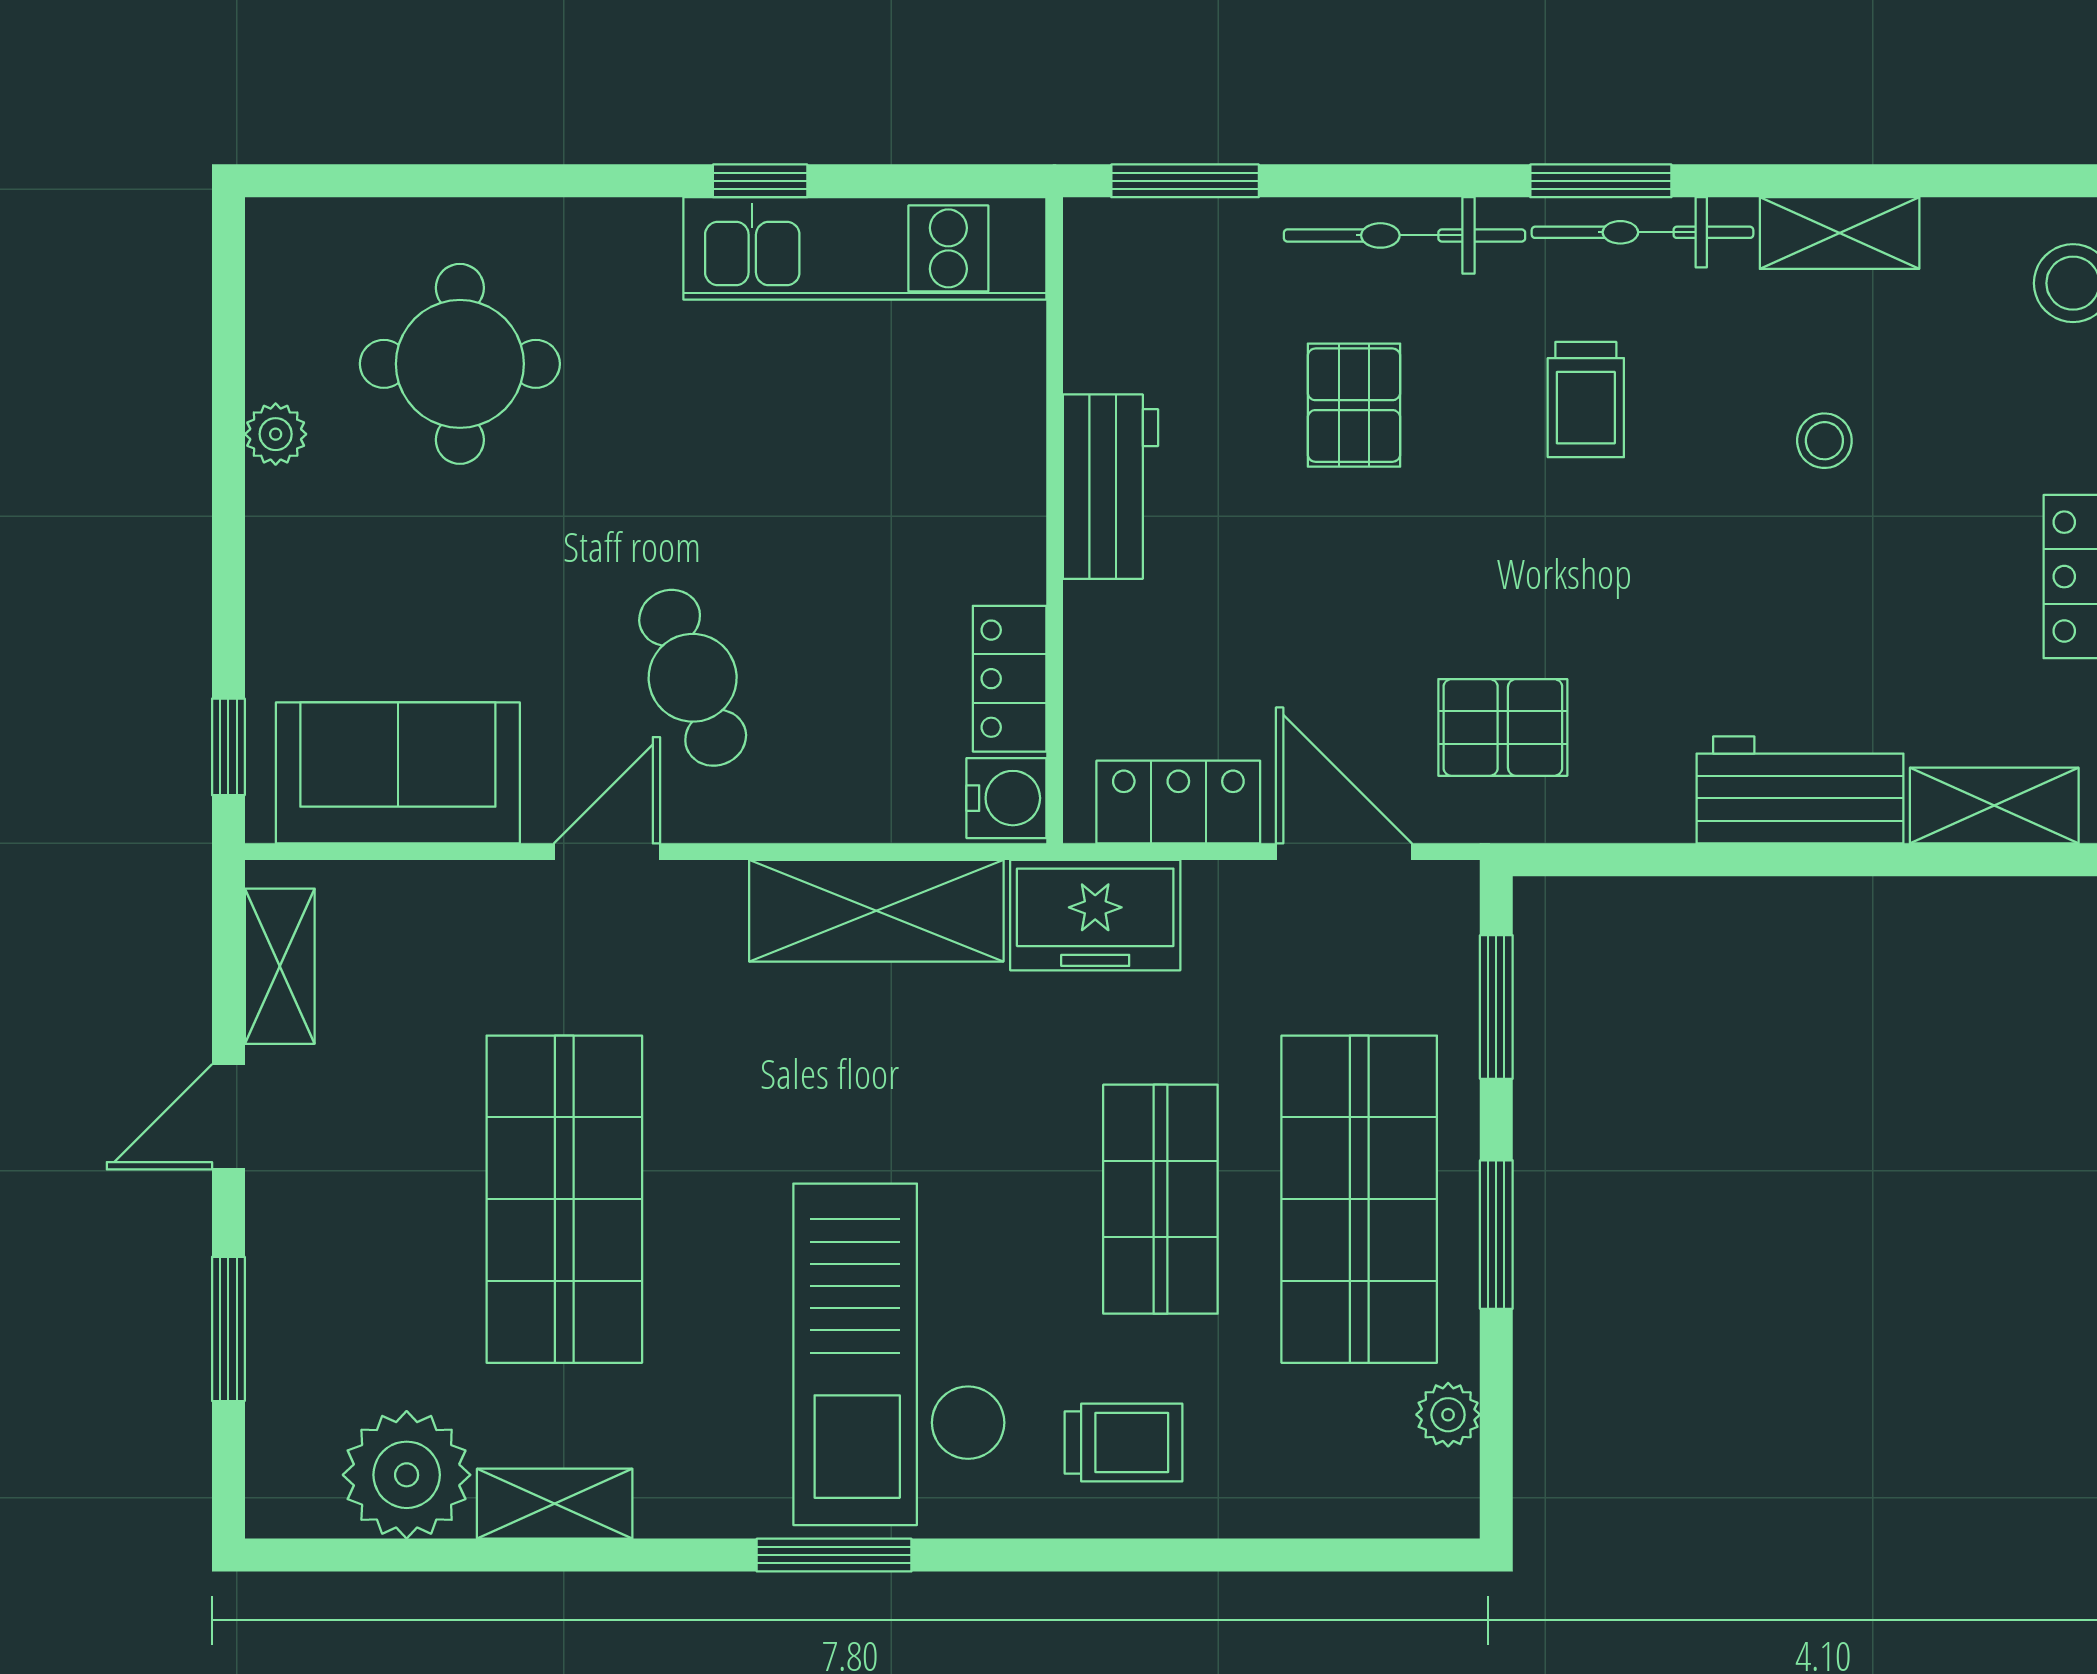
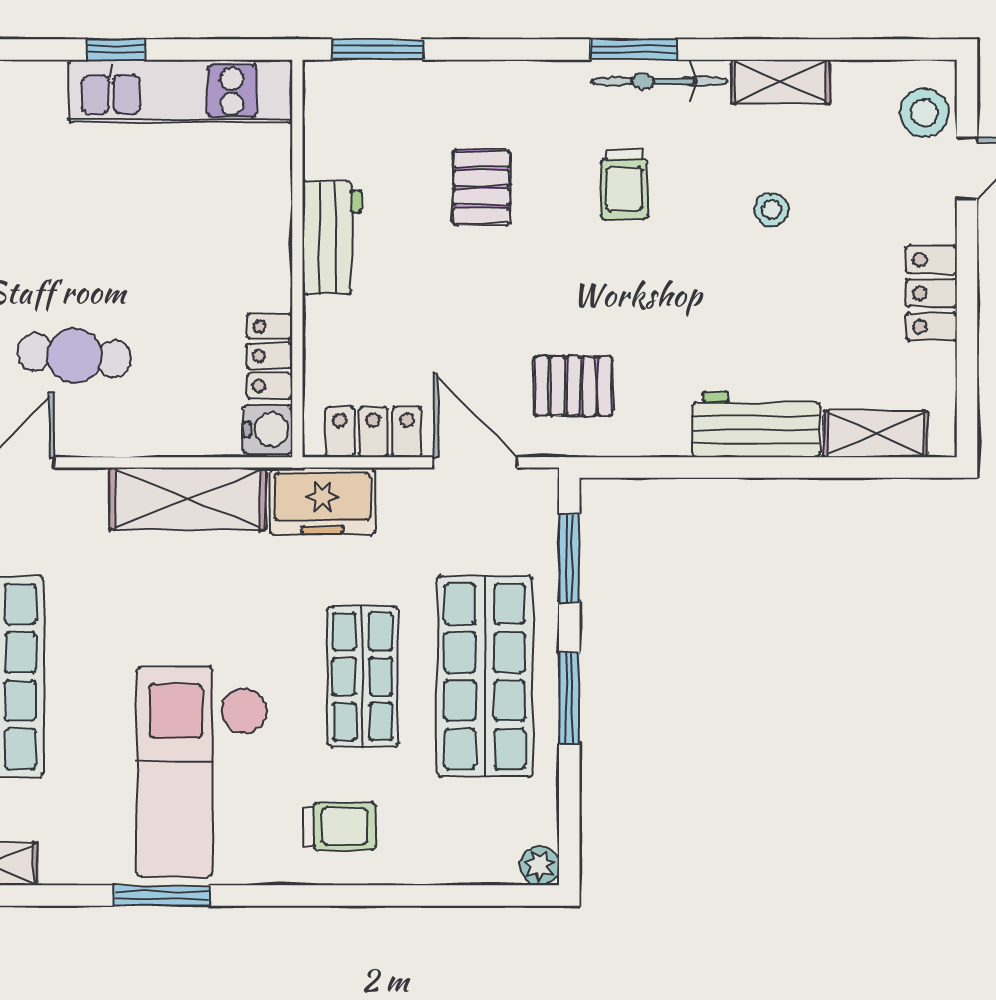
bicycle: (1405, 235) -> (513, 83), removed
cafe table: (693, 678) -> (74, 355), turned -64
plant: (1448, 1415) -> (539, 866), moved

